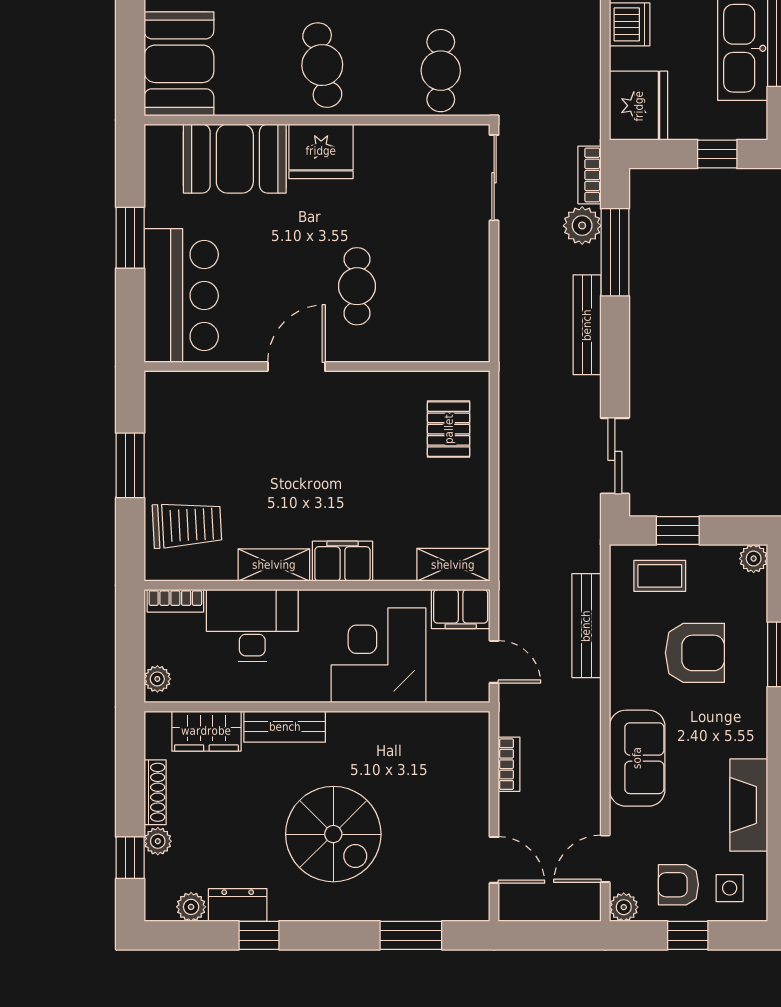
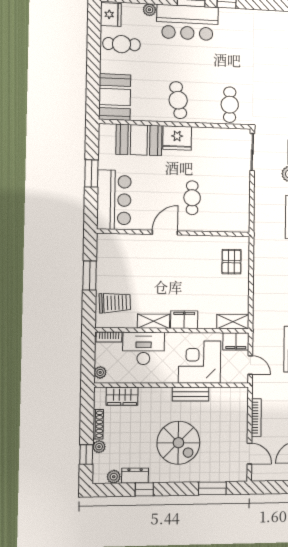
bench: (285, 727) -> (191, 394), moved
bookcase: (509, 764) -> (256, 418), width x1.56

